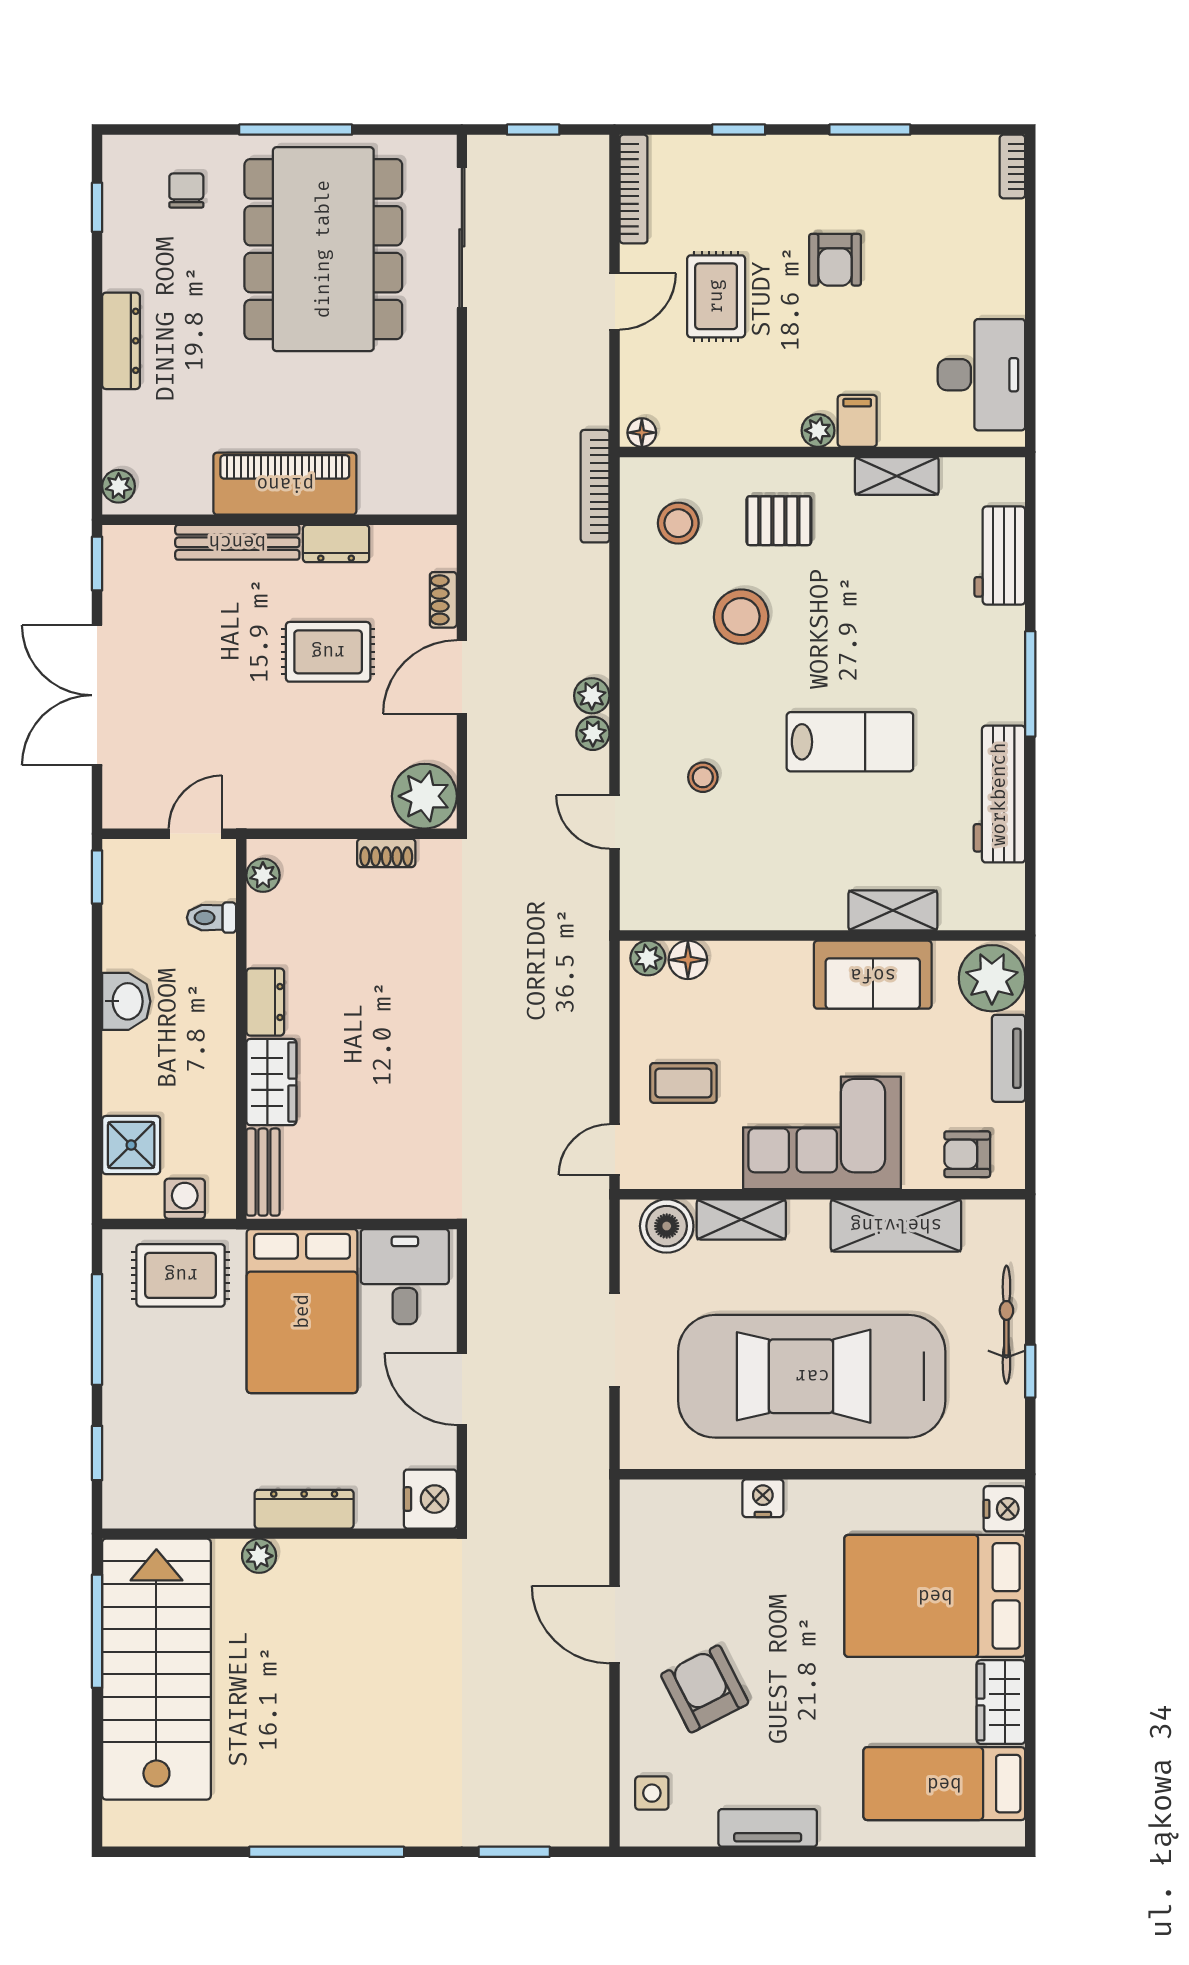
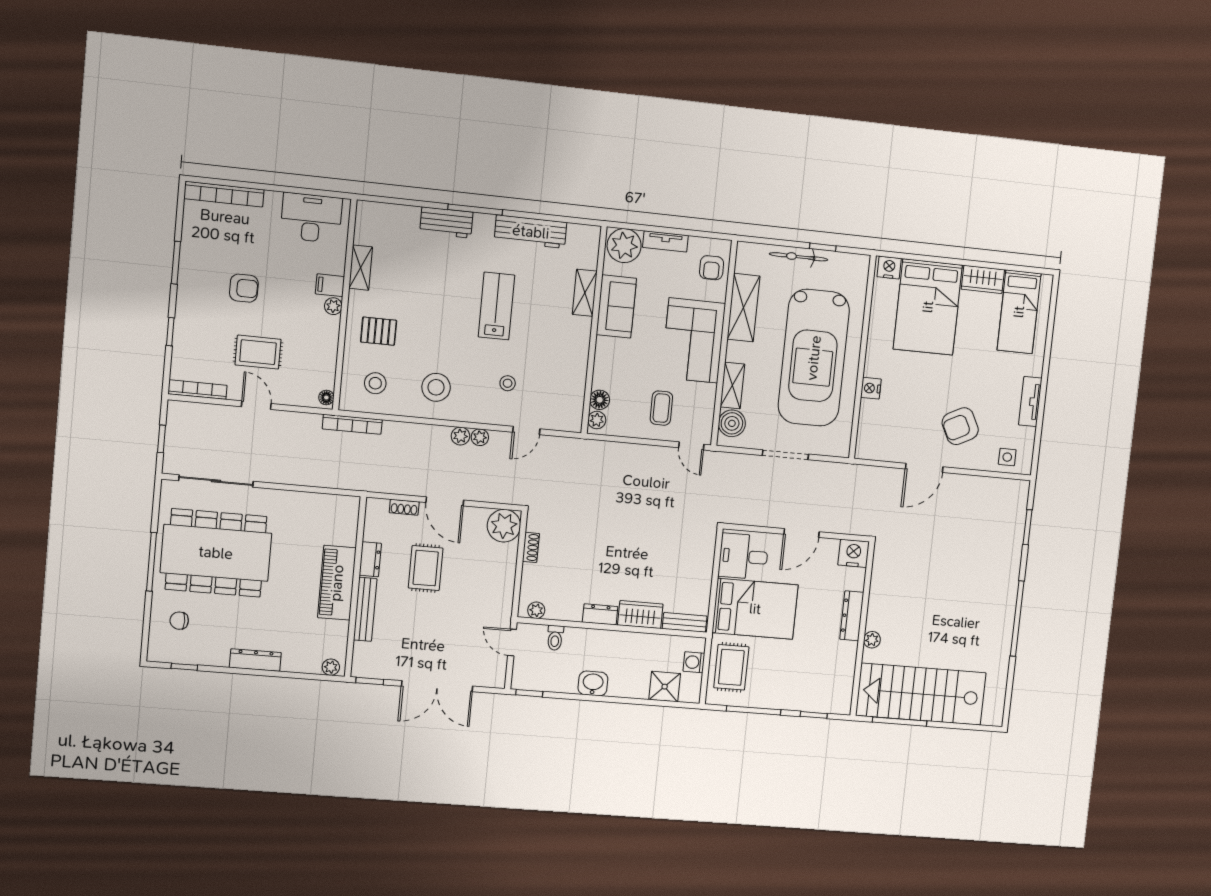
bookcase: (1012, 167) -> (224, 194), width x2.31, depth x1.31
pallet: (779, 521) -> (379, 331), turned 90
workbench: (1000, 556) -> (446, 222), moved
stool: (741, 617) -> (436, 387), moved

